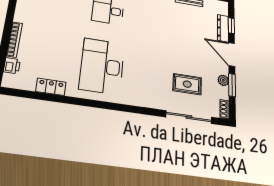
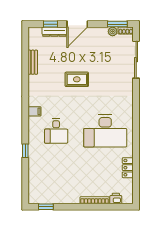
plant: (223, 80) -> (113, 31), moved
rug: (187, 84) -> (77, 79), moved, turned 90
window: (232, 85) -> (117, 24), moved

